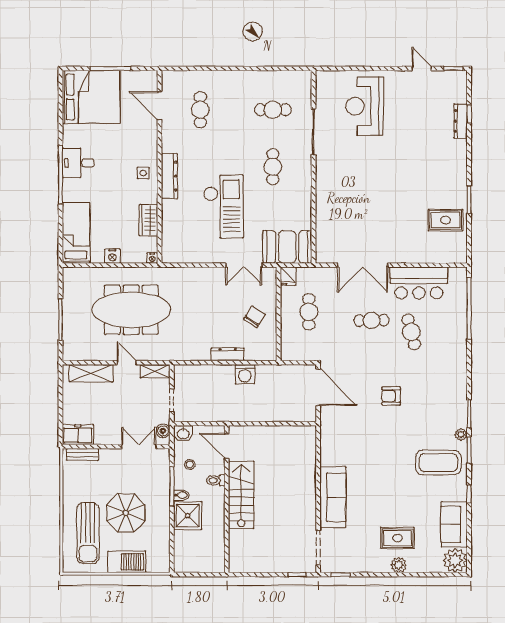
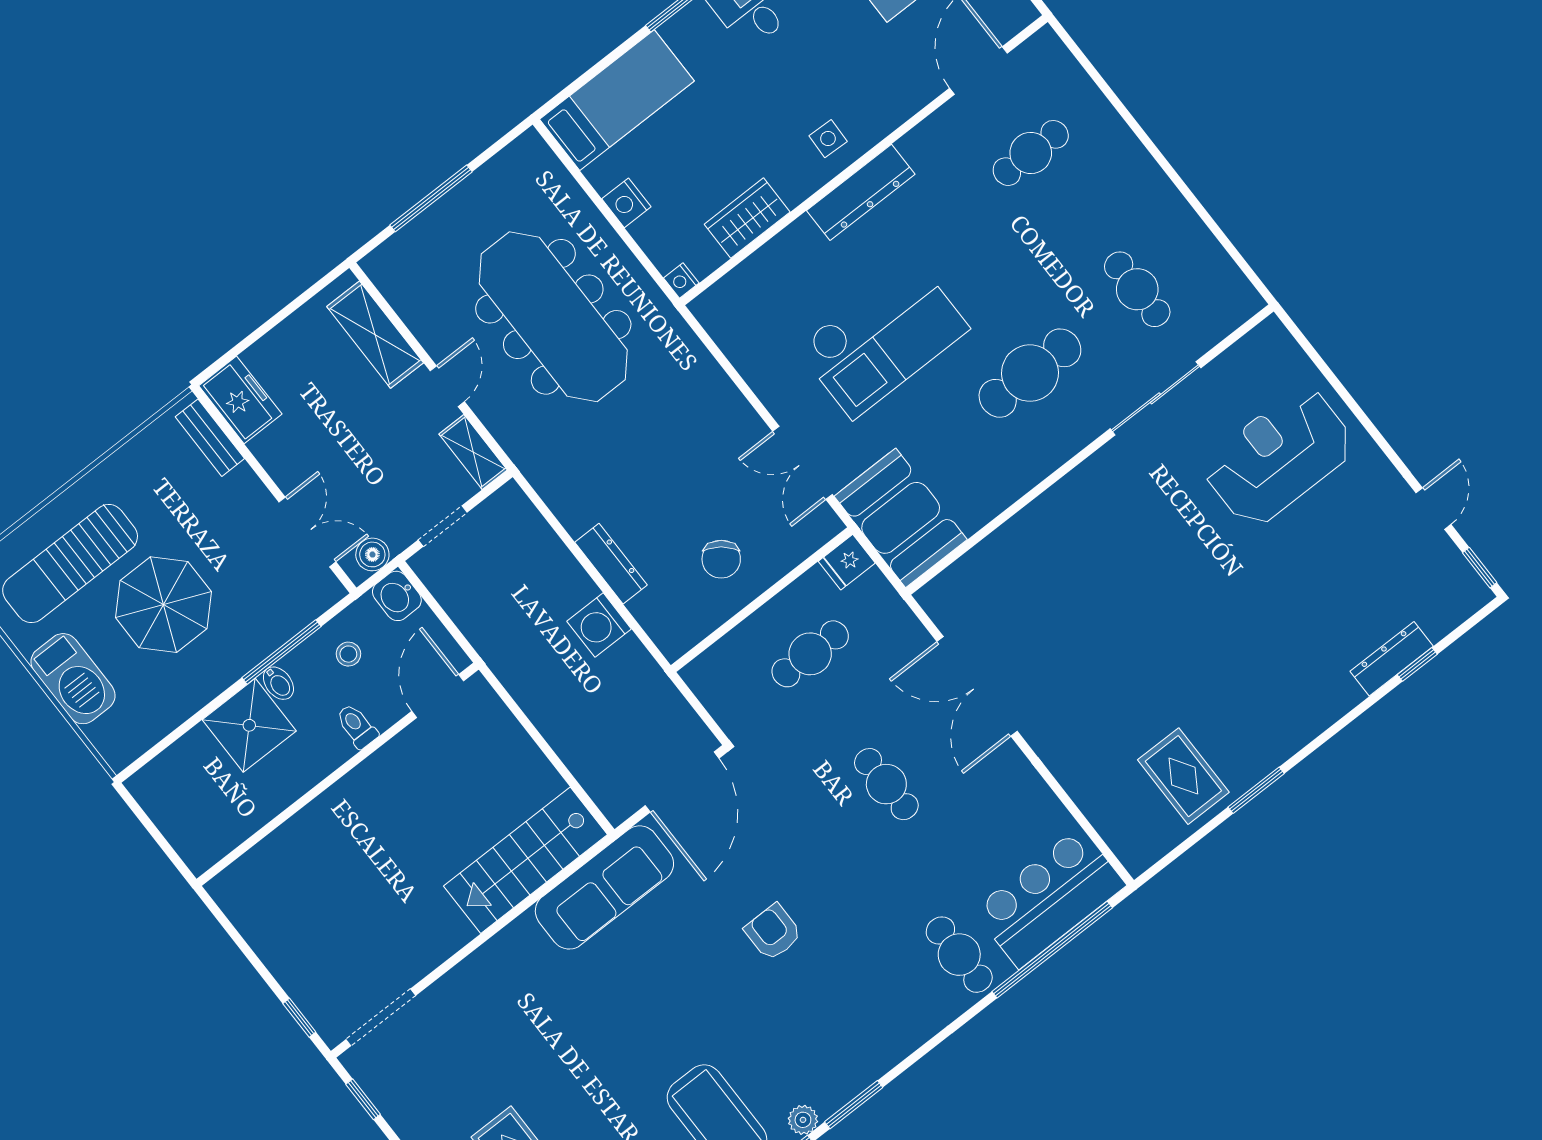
cafe table: (273, 167) -> (1030, 373), width x1.37, depth x1.35
bar counter: (419, 283) -> (1049, 898), moved, turned 90
chair: (255, 317) -> (721, 559), turned 95
cafe table: (411, 332) -> (959, 955), moved, turned -75
stairs: (241, 495) -> (525, 860), moved, turned 180
sofa: (333, 497) -> (604, 887), moved

